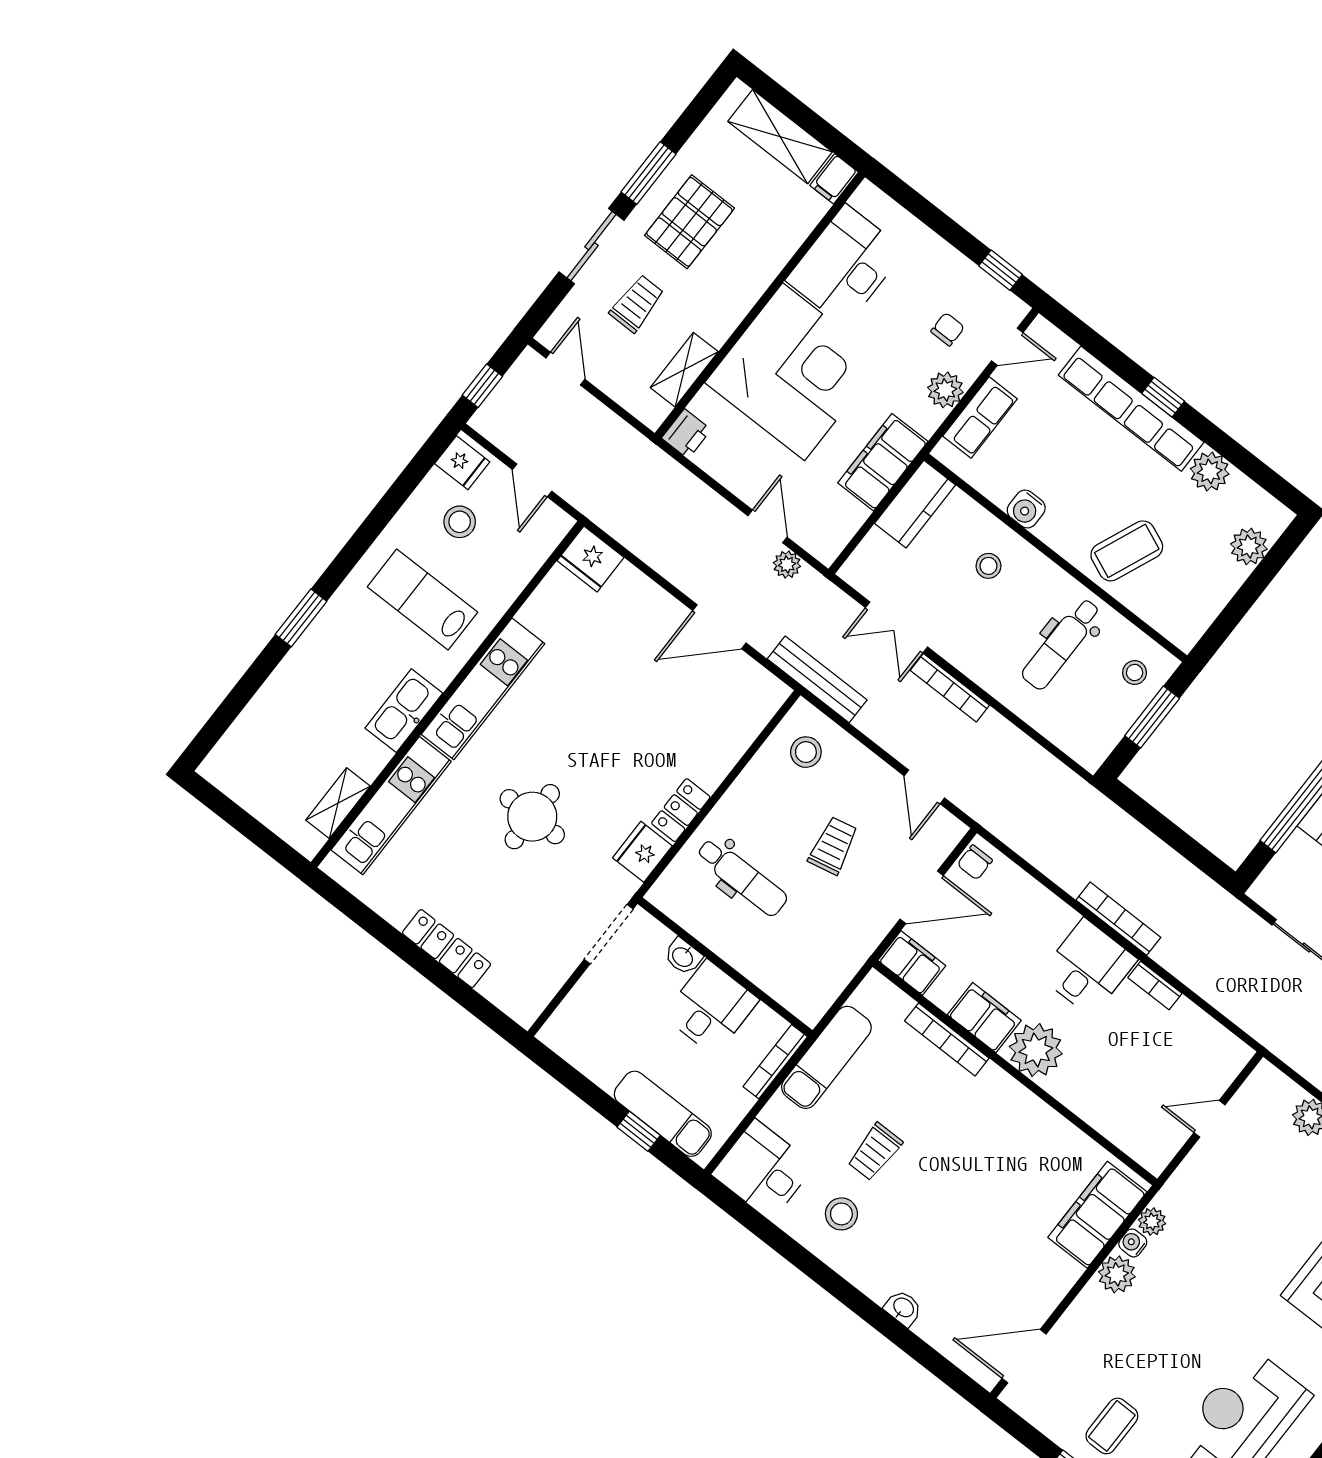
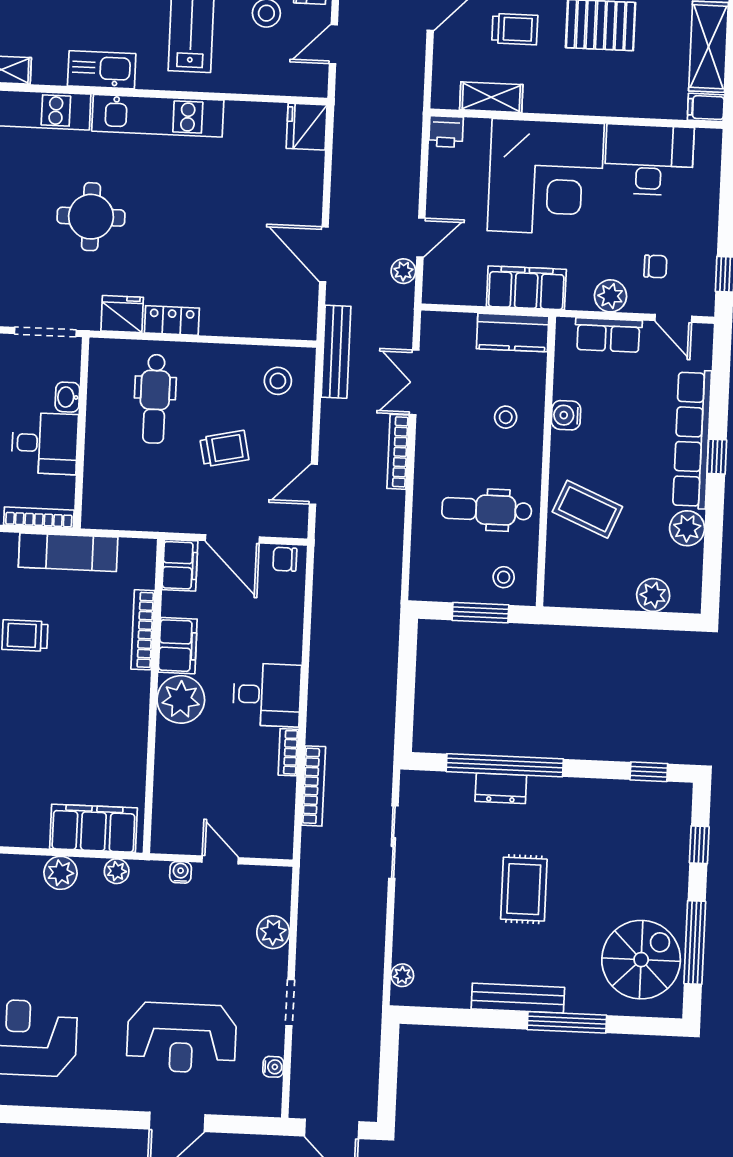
bookcase: (1118, 919) -> (314, 786), moved
water cooler: (1133, 1243) -> (181, 872), moved

